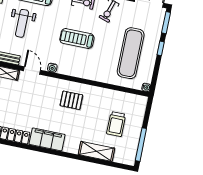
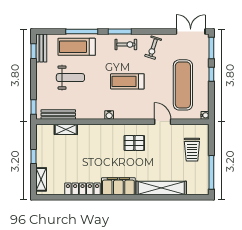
weight bench: (22, 23) -> (70, 78), turned -90
door: (32, 70) -> (163, 122), moved
trolley: (116, 124) -> (192, 150), moved
shelving: (97, 151) -> (161, 188), width x1.47

